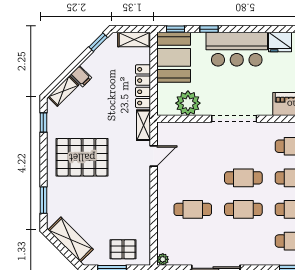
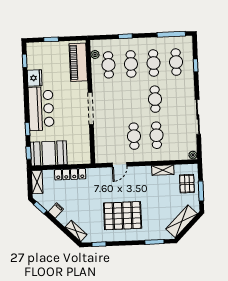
filing cabinet: (81, 76) -> (56, 211), moved
plant: (188, 103) -> (81, 142), removed
shelving: (144, 125) -> (163, 170), moved
door: (154, 156) -> (120, 165), swing flipped
pallet: (82, 157) -> (123, 216), turned 90
cafe table: (243, 178) -> (134, 136), moved

